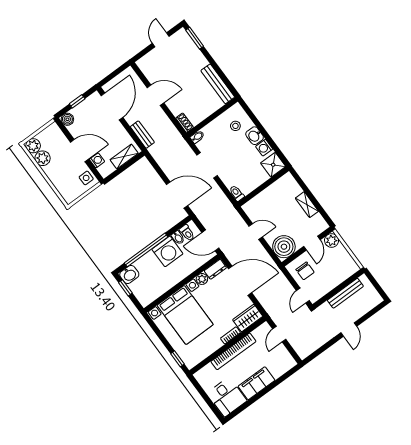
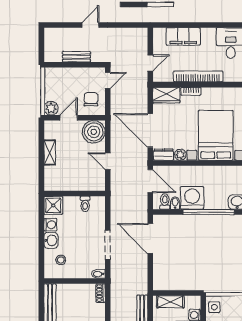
toilet: (237, 193) -> (85, 204), moved
bench: (345, 293) -> (76, 57), width x0.73
filing cabinet: (257, 383) -> (183, 36), moved

